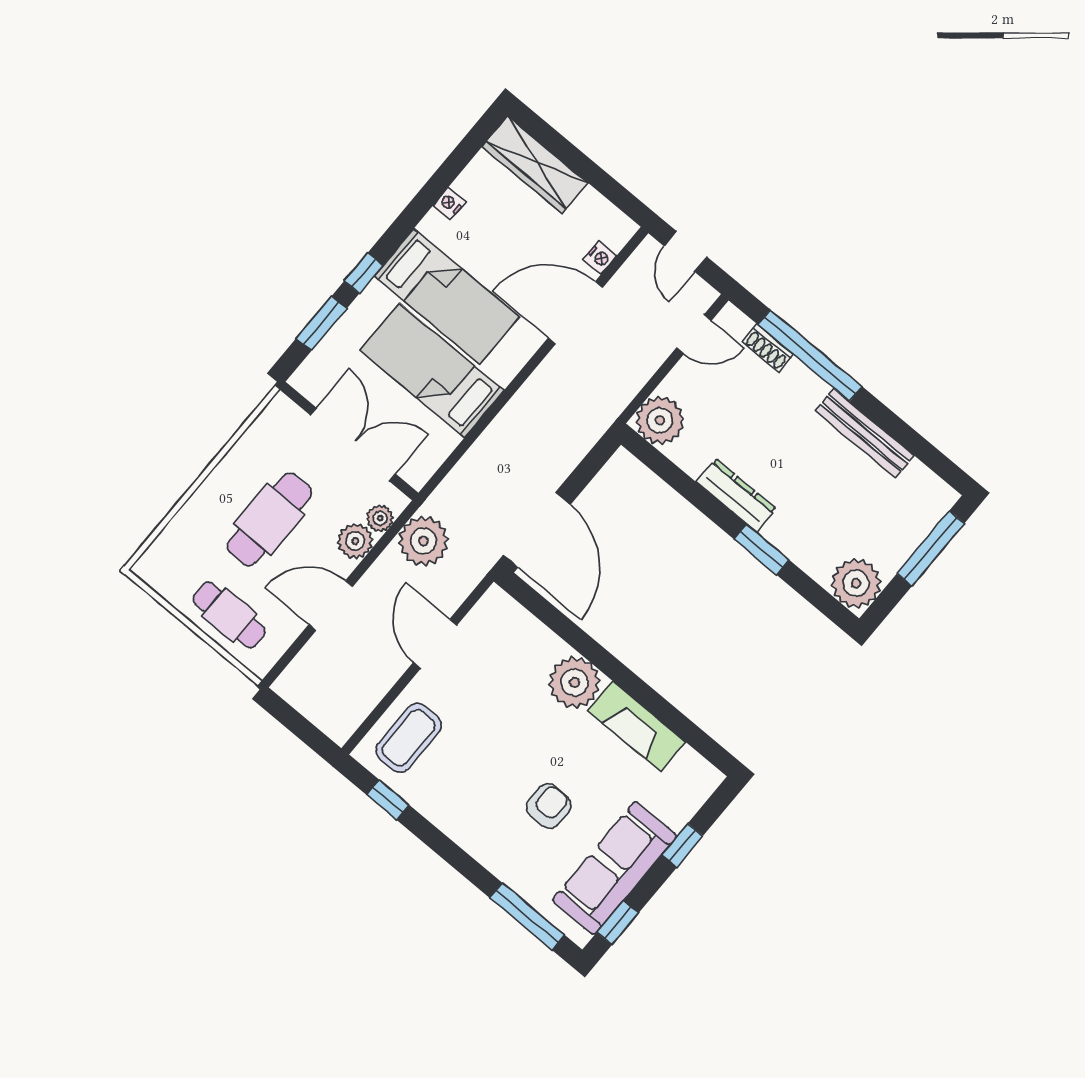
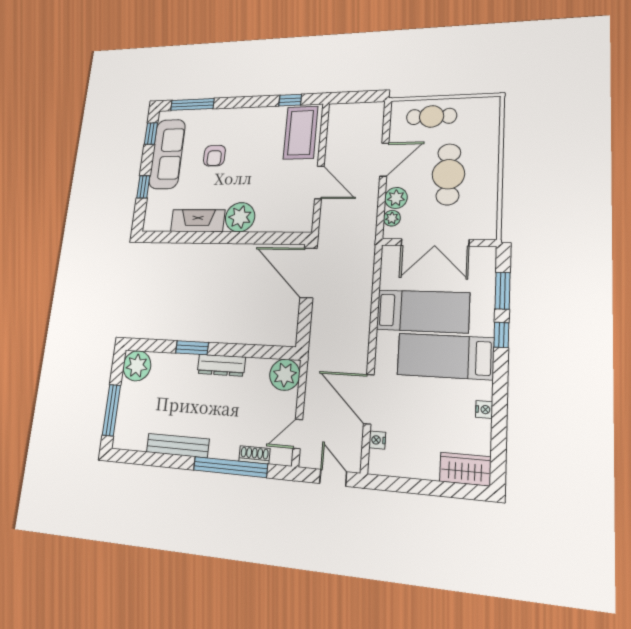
wardrobe: (535, 165) -> (465, 469), width x0.67
door: (575, 313) -> (369, 399), swing flipped
plant: (423, 541) -> (361, 224), removed
coffee table: (409, 738) -> (301, 133), width x1.36, depth x1.32

